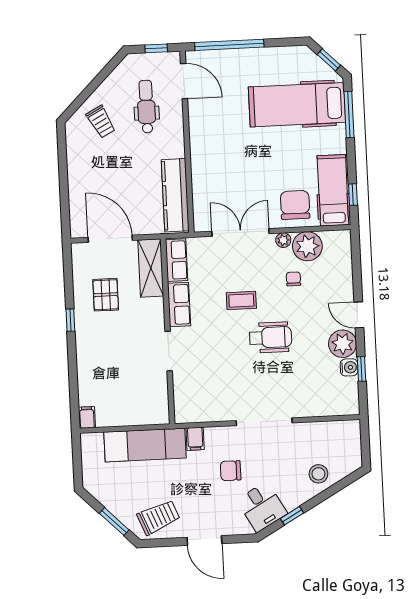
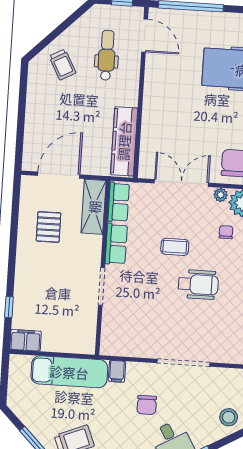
door: (110, 239) -> (59, 175), hinge flipped
window: (70, 320) -> (9, 307), moved
filing cabinet: (87, 417) -> (25, 340), width x2.00
chair: (231, 471) -> (147, 405), turned -90

